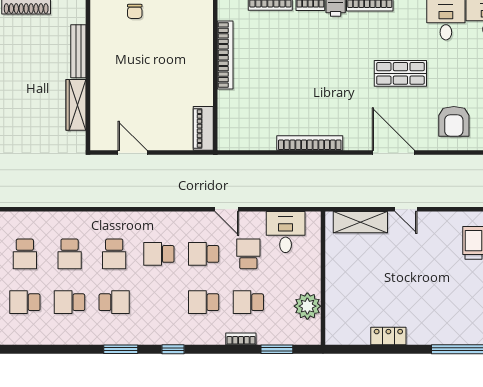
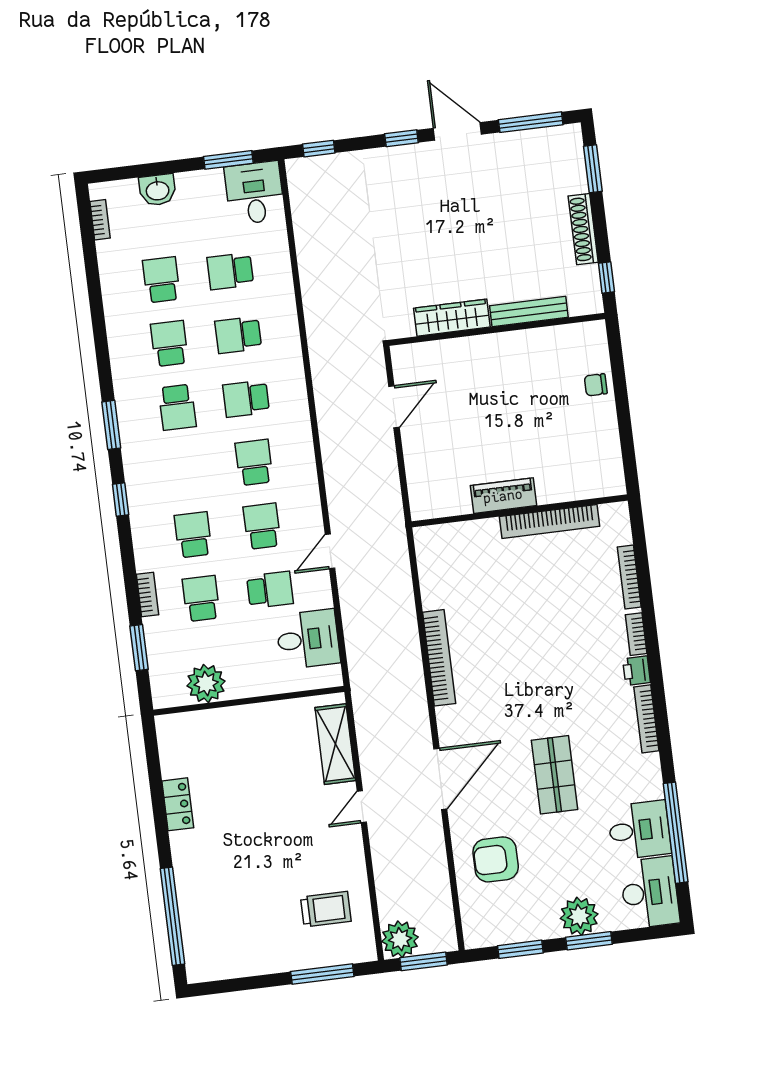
piano: (203, 128) -> (503, 496), moved

